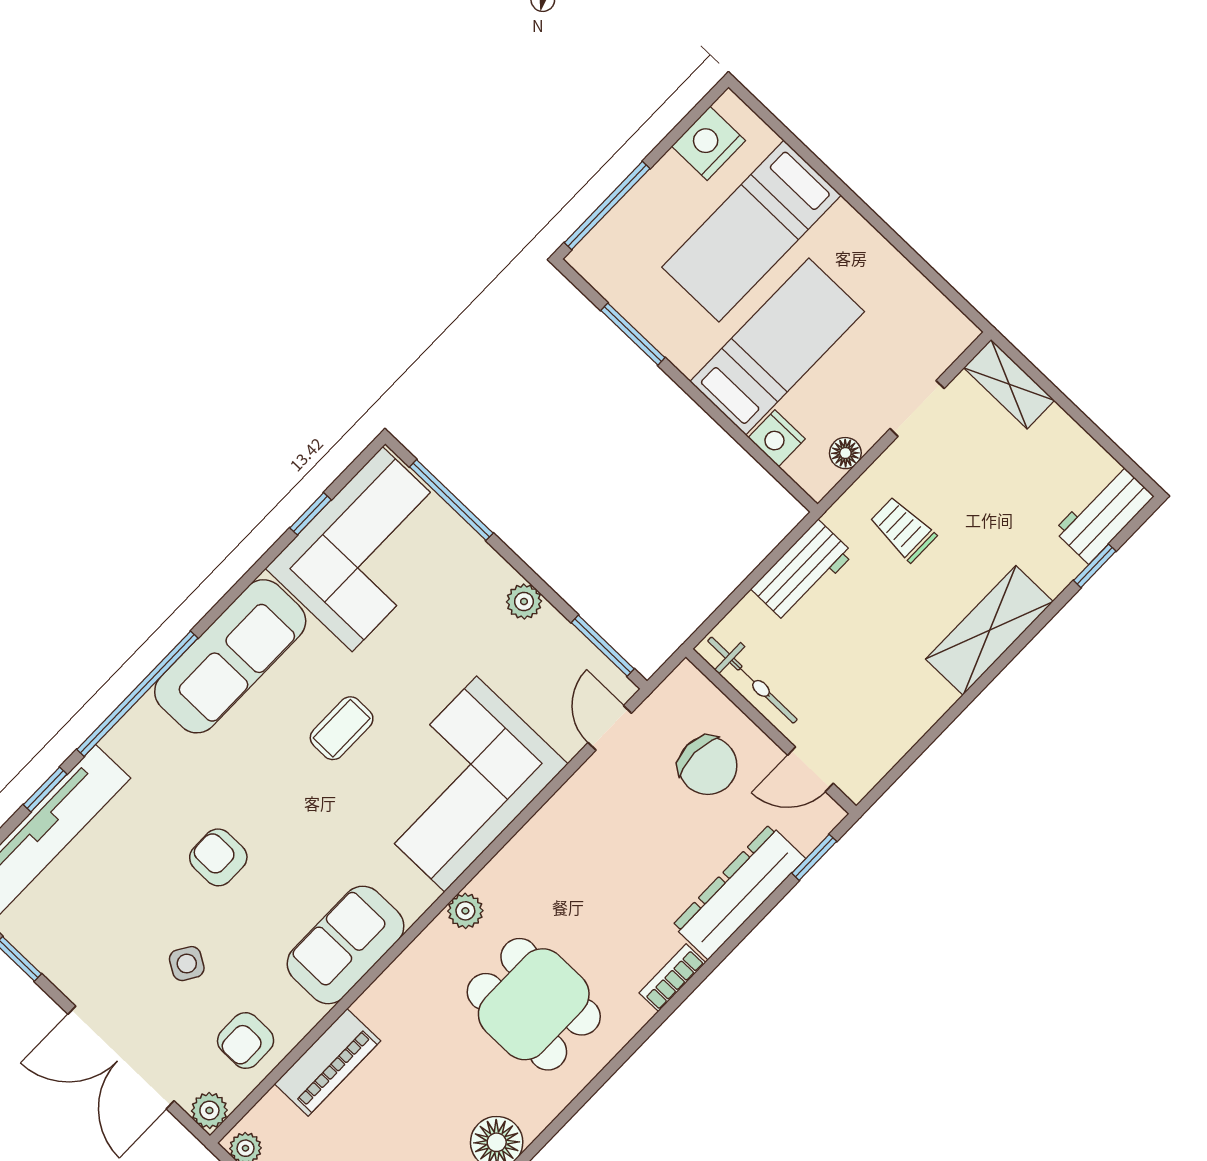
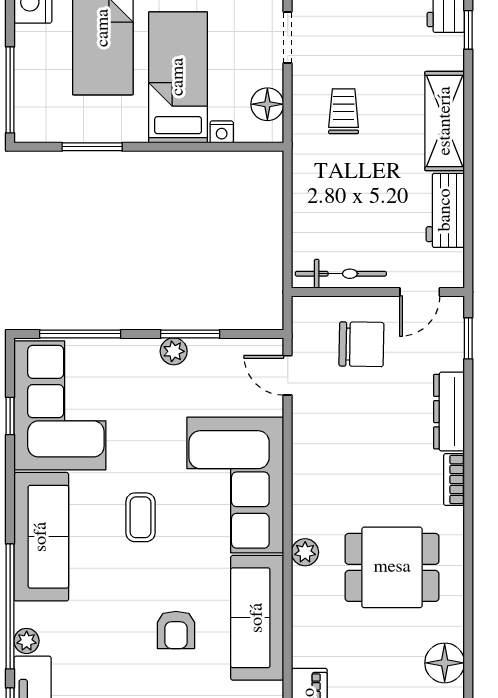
nightstand: (777, 438) -> (222, 132), width x0.72, depth x0.74
floor lamp: (845, 453) -> (267, 104), width x1.37, depth x1.37
trolley: (903, 529) -> (344, 111), turned 90
workbench: (802, 571) -> (445, 210), moved, turned 180
window: (603, 646) -> (190, 334), moved
plant: (121, 741) -> (27, 641), added
armchair: (218, 857) -> (176, 630), moved, turned -90
dresser: (739, 892) -> (449, 412), width x0.73, depth x0.80
sofa: (346, 945) -> (257, 618), width x1.36

